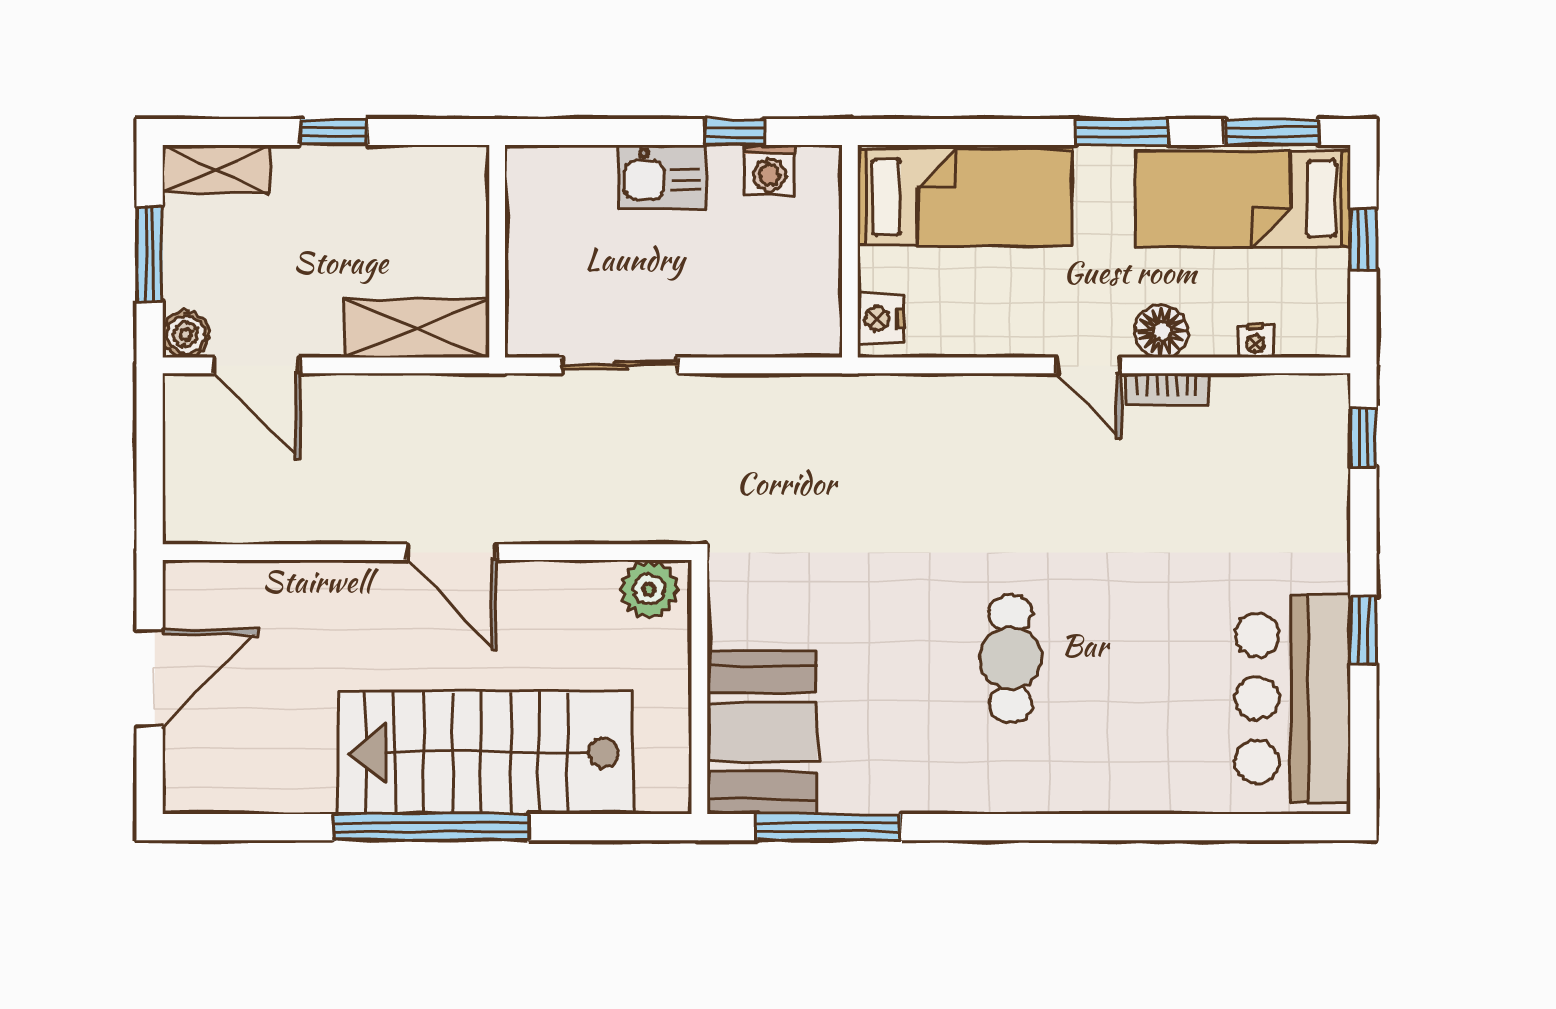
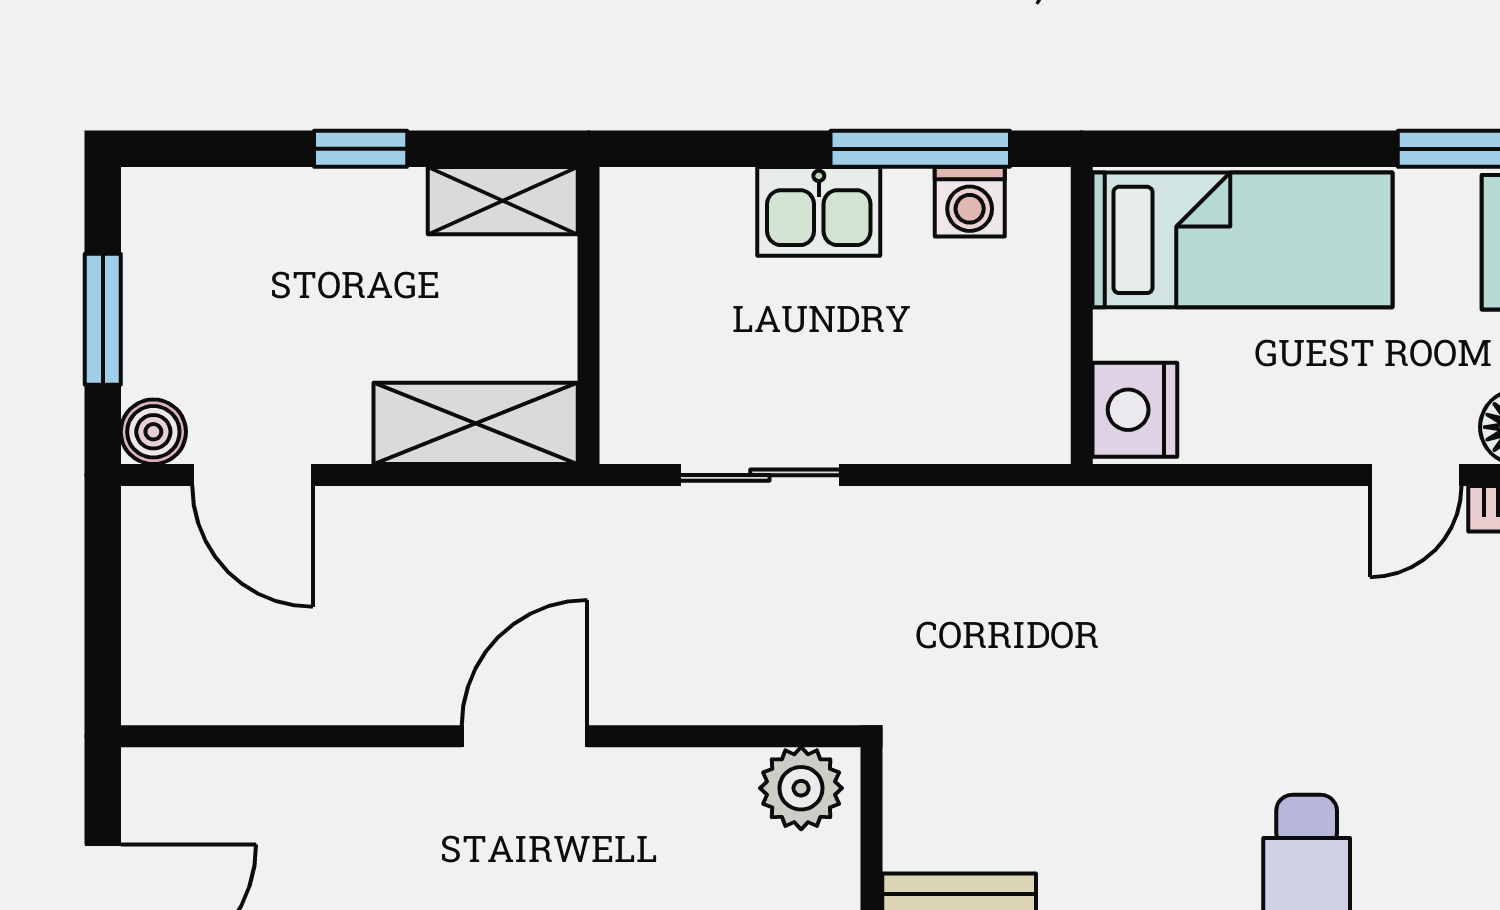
window: (734, 132) -> (920, 149), width x2.17
shelving: (216, 169) -> (503, 201), moved
nightstand: (880, 319) -> (1135, 410), width x1.36, depth x1.33
door: (1089, 365) -> (1416, 475), hinge flipped
door: (451, 552) -> (525, 736), swing flipped

